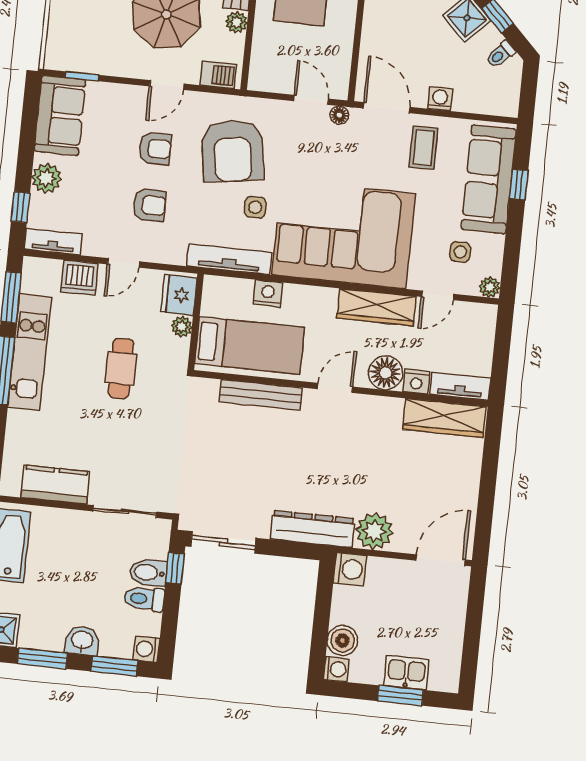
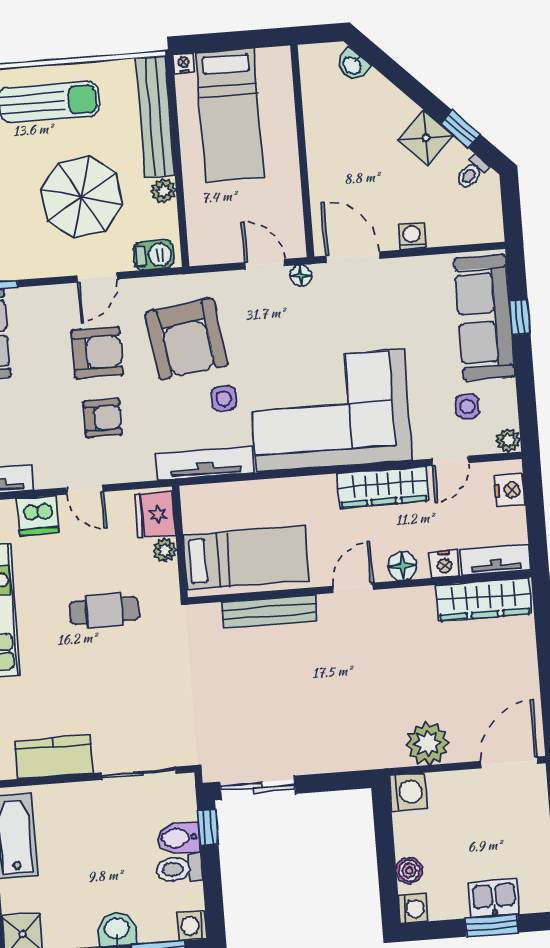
coffee table: (423, 148) -> (403, 295), removed
armchair: (155, 149) -> (97, 352), width x1.38, depth x1.38
door: (123, 263) -> (85, 490), hinge flipped
nightstand: (268, 294) -> (510, 490), moved, turned 90
cafe table: (121, 368) -> (104, 611), turned 90
floor lamp: (386, 373) -> (402, 566), width x0.73, depth x0.73
dresser: (312, 529) -> (356, 754), removed
boiler: (342, 640) -> (409, 870), width x0.73, depth x0.73

